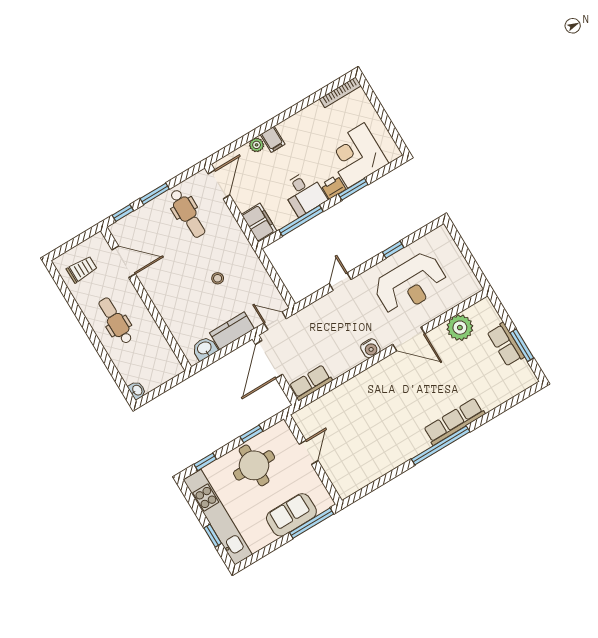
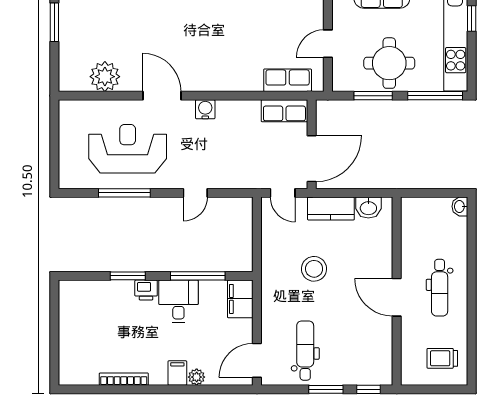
bookcase: (340, 92) -> (124, 379), moved
corner desk: (356, 155) -> (105, 308), removed
window: (393, 250) -> (124, 193), width x2.17
door: (124, 262) -> (397, 297), moved
stool: (218, 278) -> (314, 269), width x1.89, depth x1.89
row of seats: (506, 344) -> (288, 80), moved, turned -90
window: (251, 434) -> (373, 96), width x1.50
window: (205, 462) -> (435, 96), width x2.17

